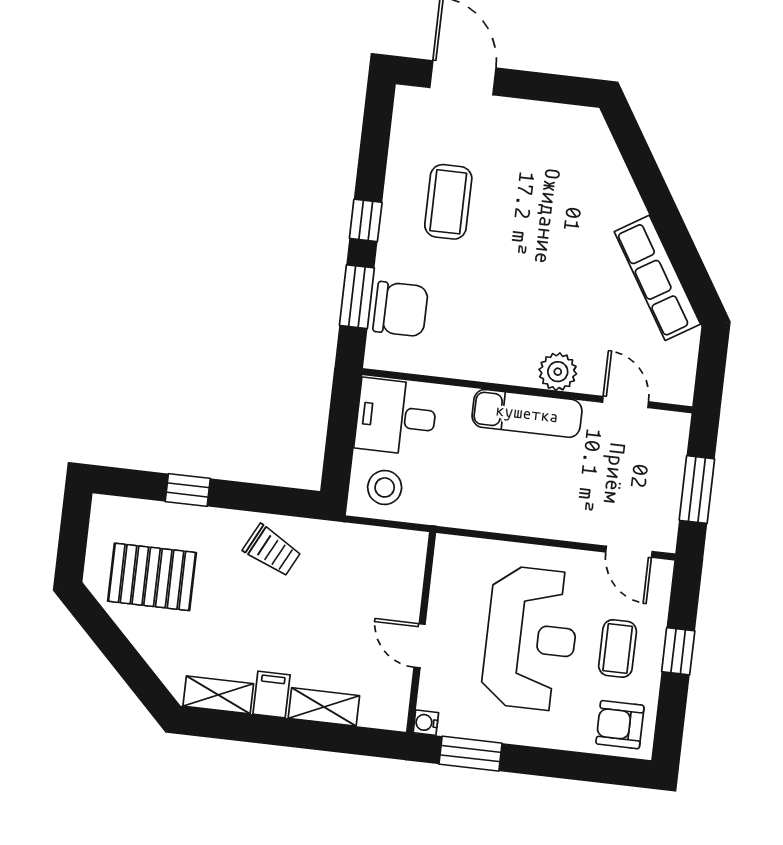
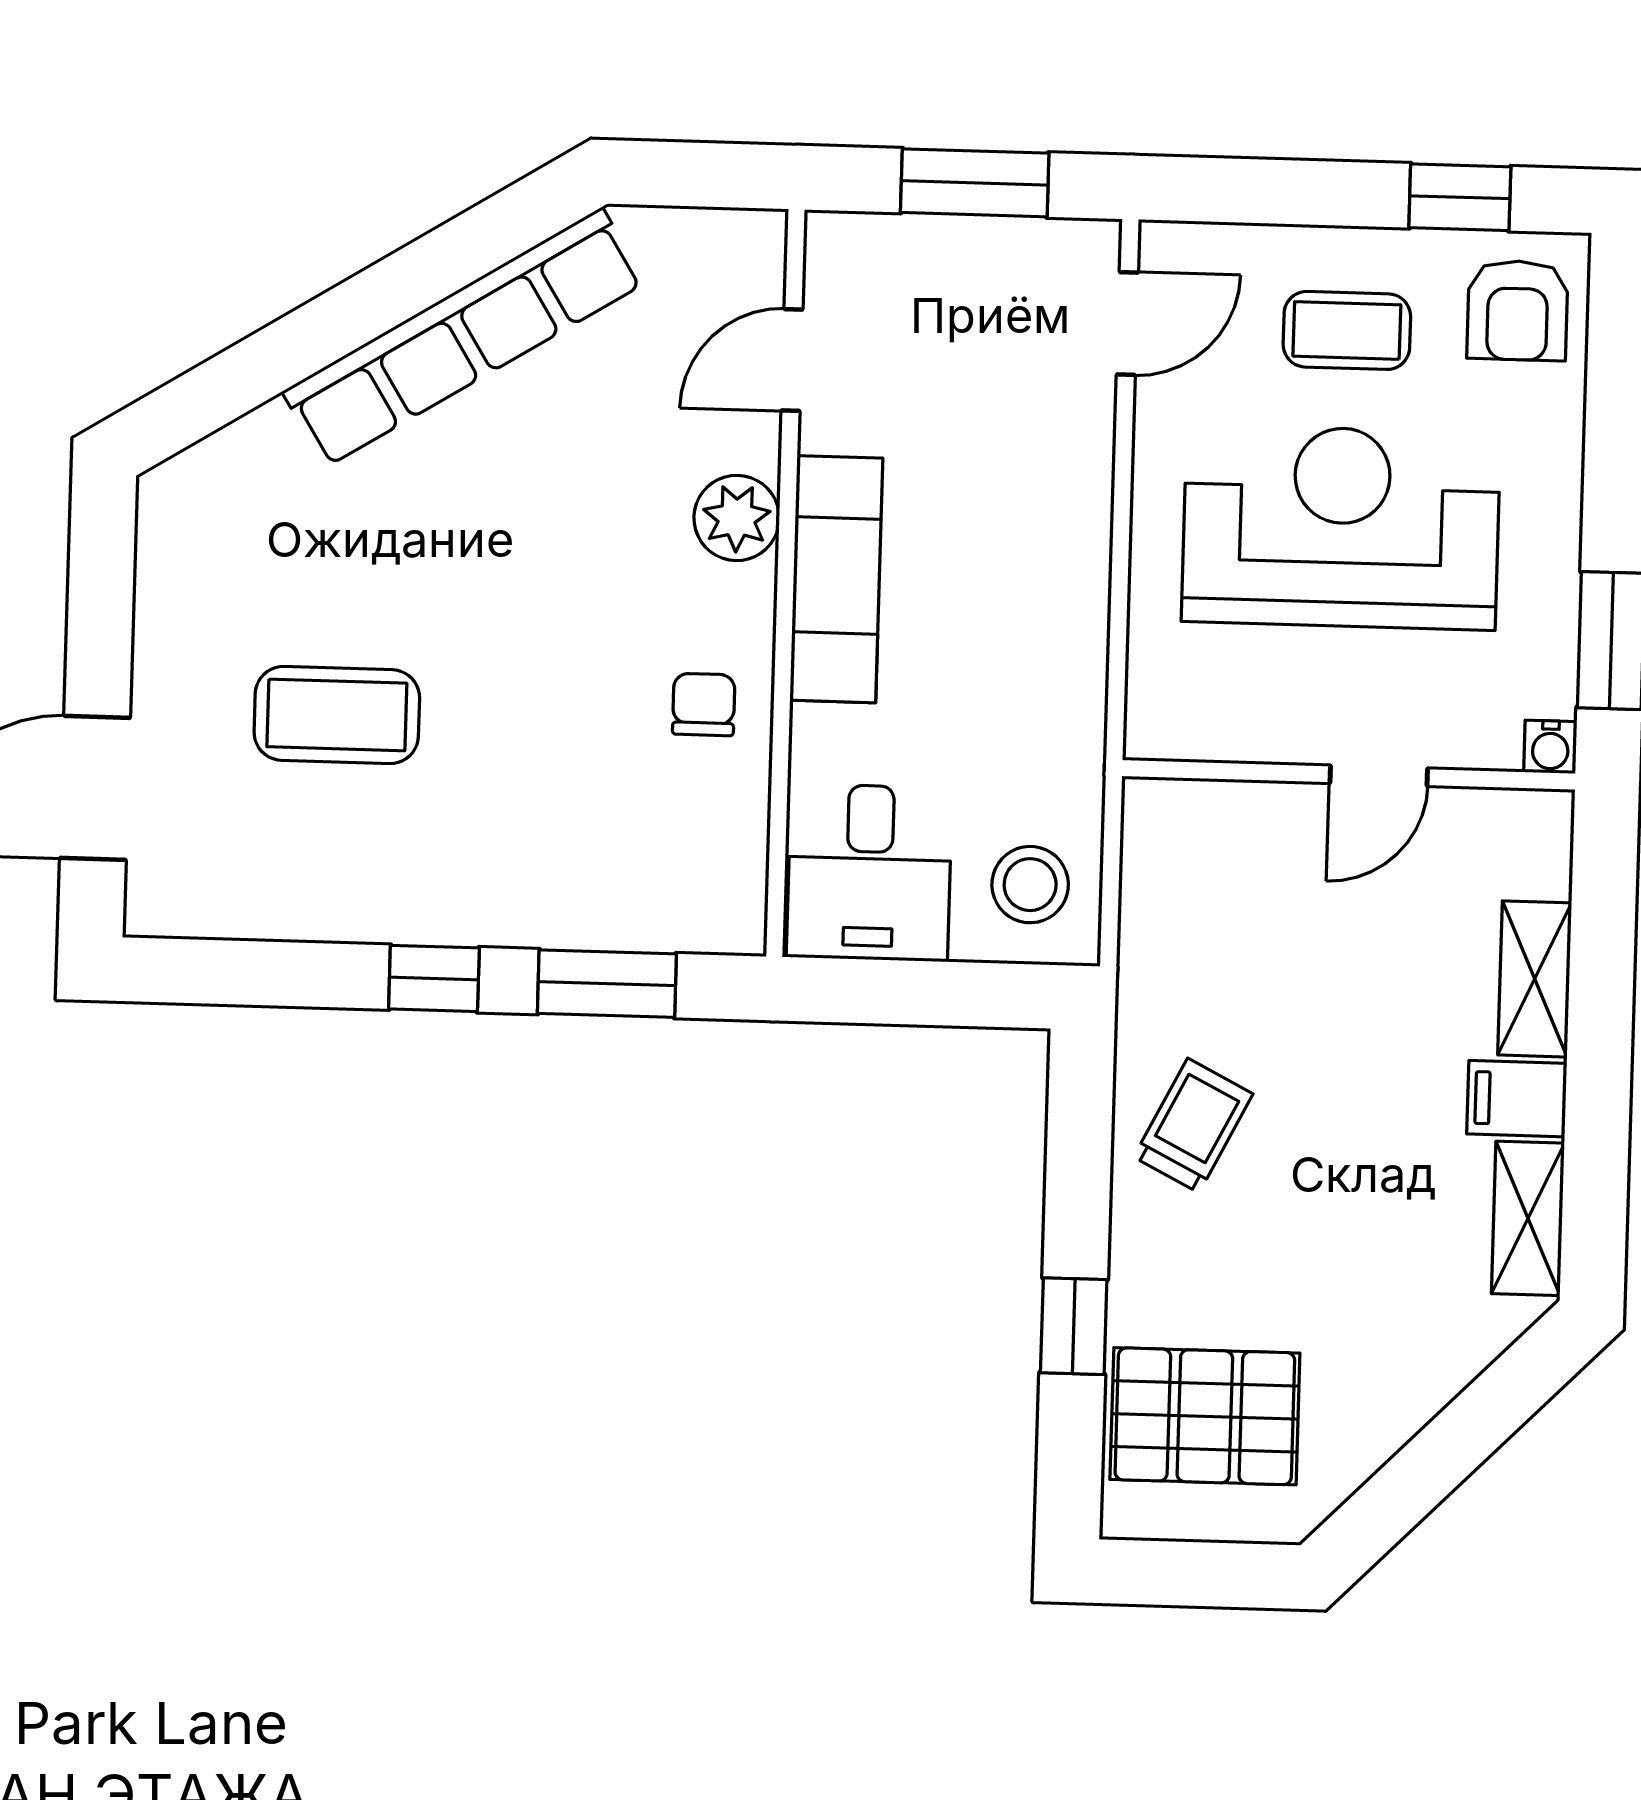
coffee table: (448, 202) -> (337, 715), moved
row of seats: (657, 278) -> (464, 337), width x1.36
chair: (401, 309) -> (704, 704), moved, width x0.54, depth x0.54
pallet: (152, 577) -> (1205, 1416), moved, turned 90
window: (678, 651) -> (1460, 197), moved

